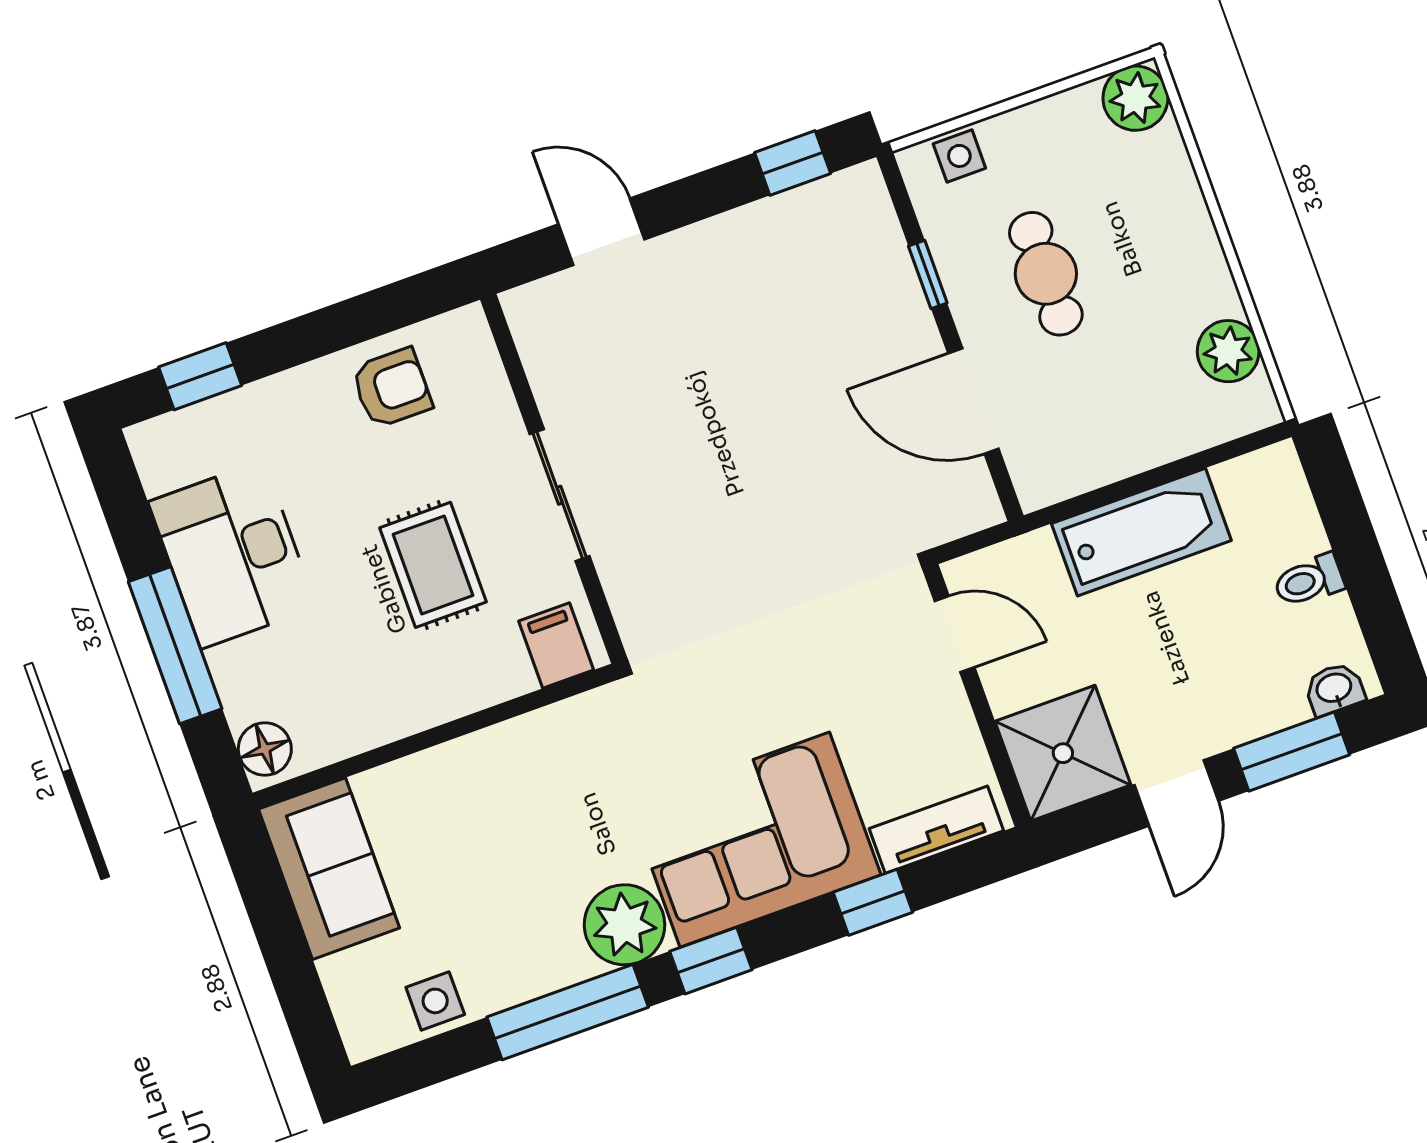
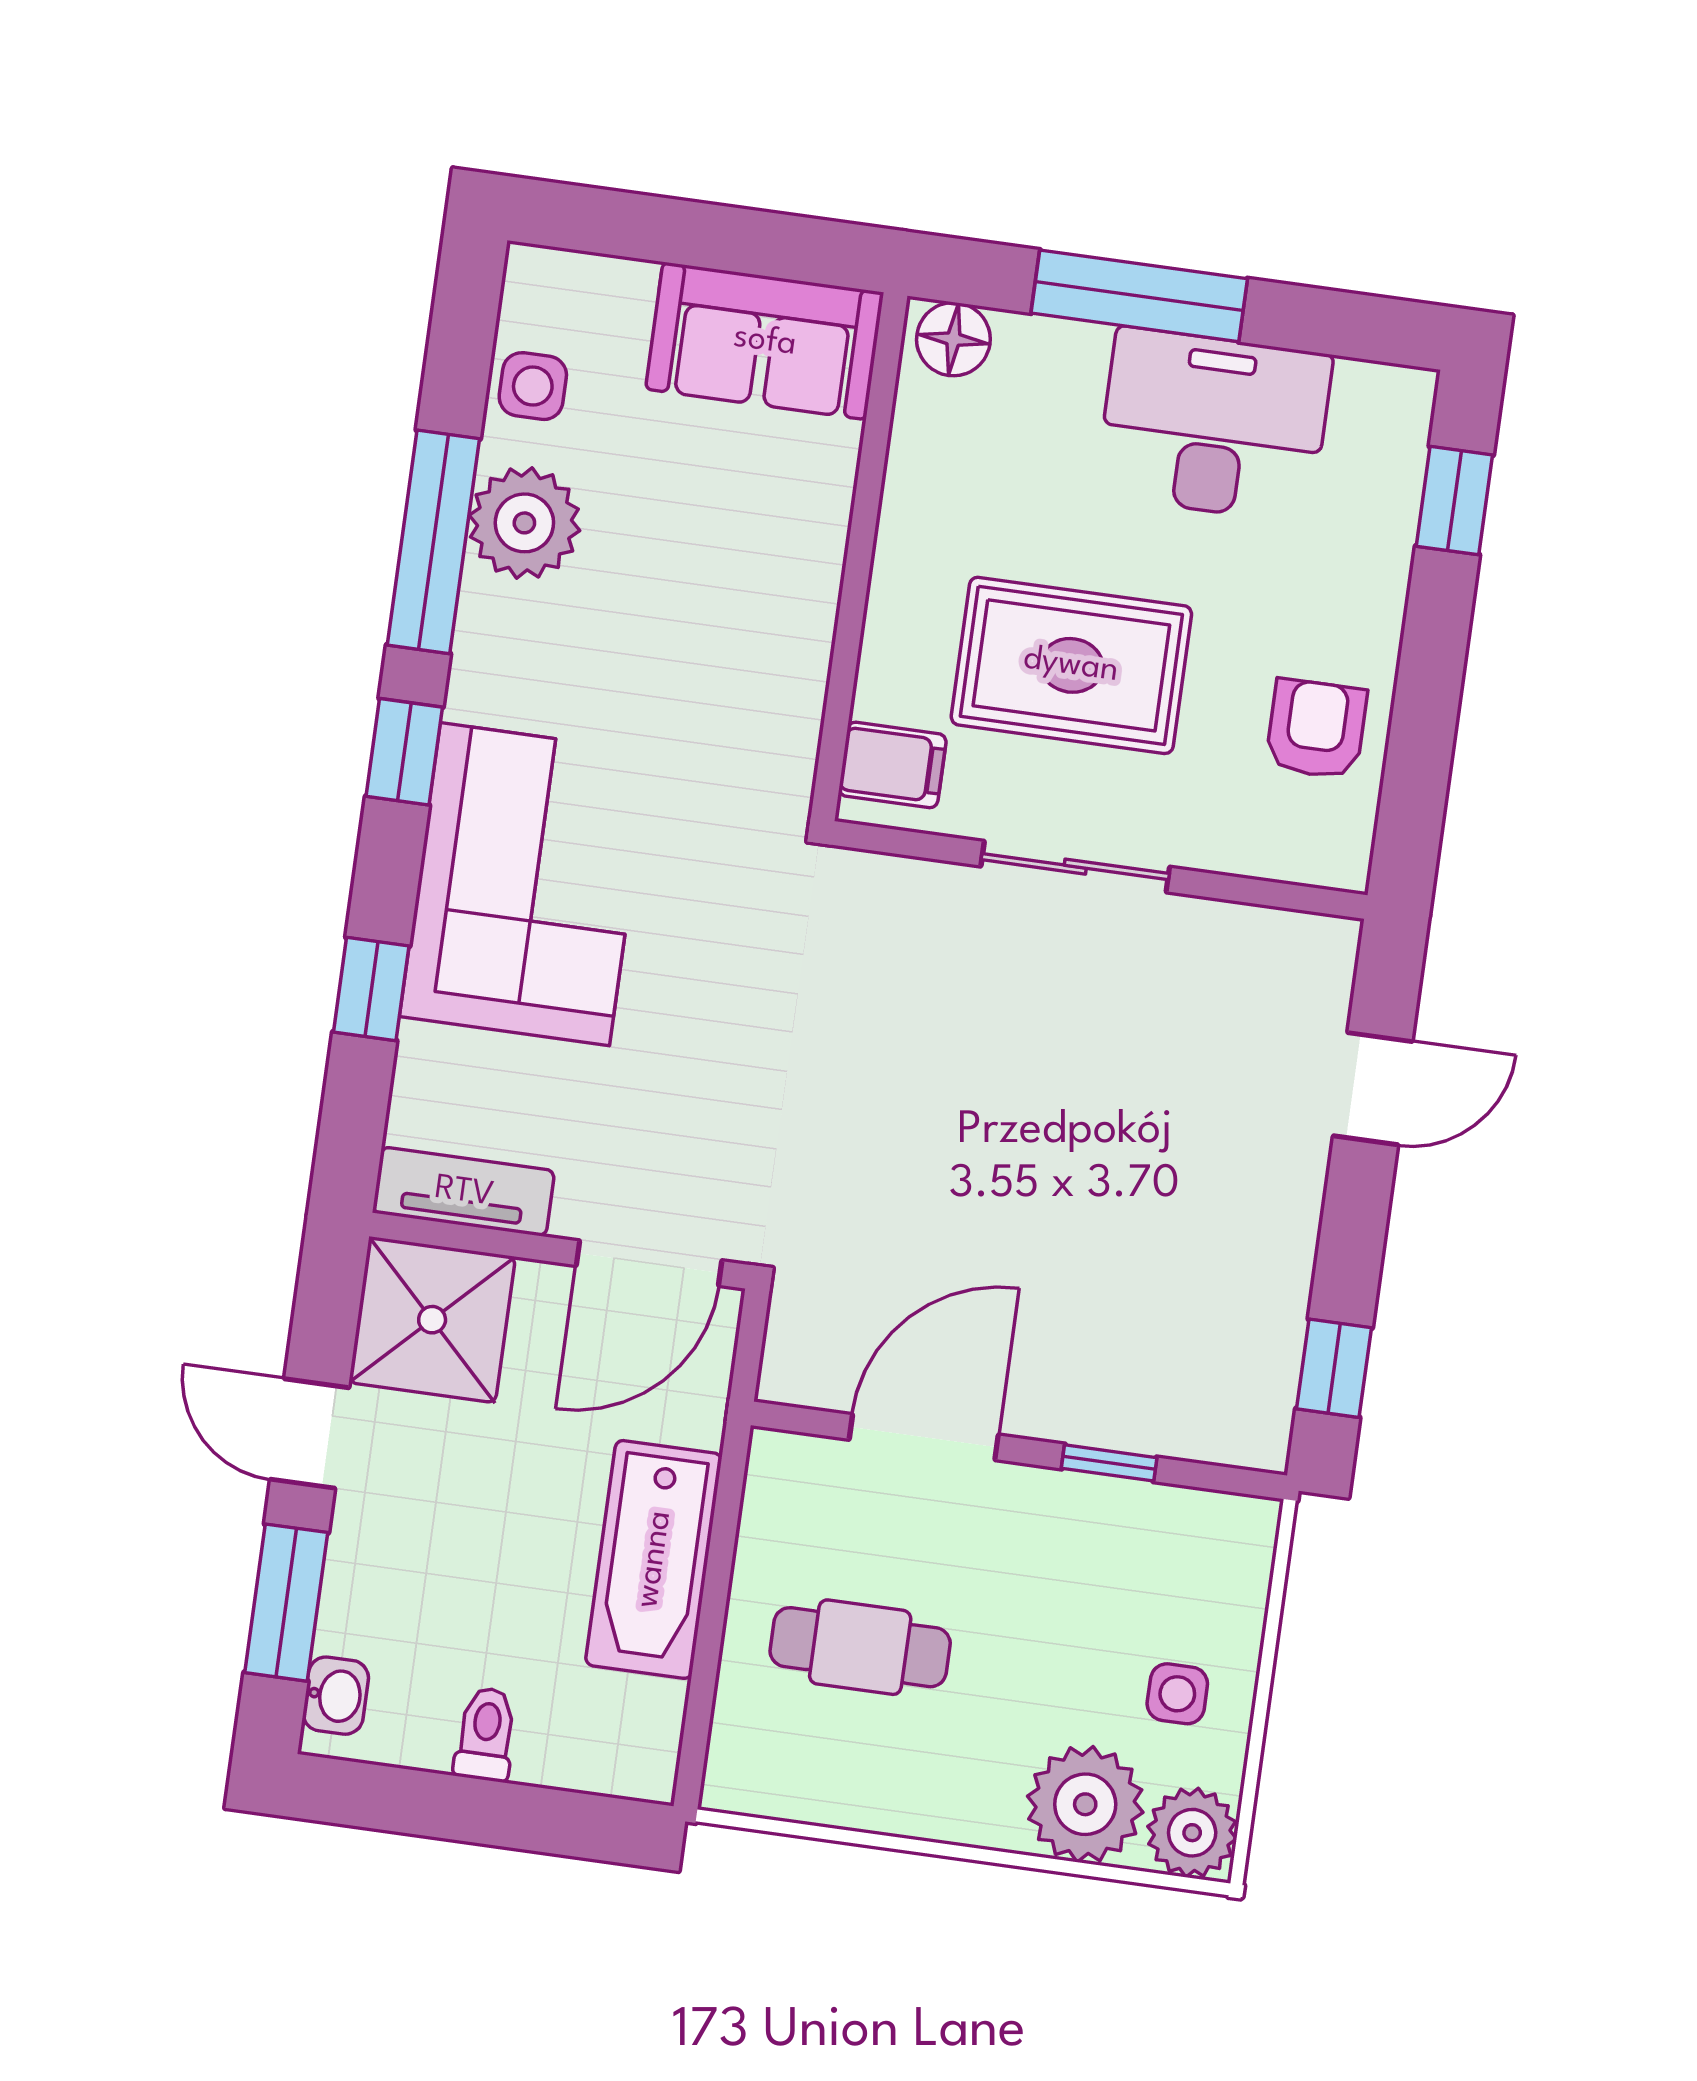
side table: (959, 156) -> (1177, 1694), moved
cafe table: (1046, 274) -> (860, 1647), moved
plant: (1228, 351) -> (1085, 1804), moved, width x1.36, depth x1.36
armchair: (392, 388) -> (1316, 729), turned 180
rug: (433, 565) -> (1071, 665), width x1.36, depth x1.43
door: (954, 634) -> (649, 1263), width x1.38
tv unit: (936, 830) -> (464, 1192), moved, turned -90
plant: (624, 925) -> (524, 523), moved

